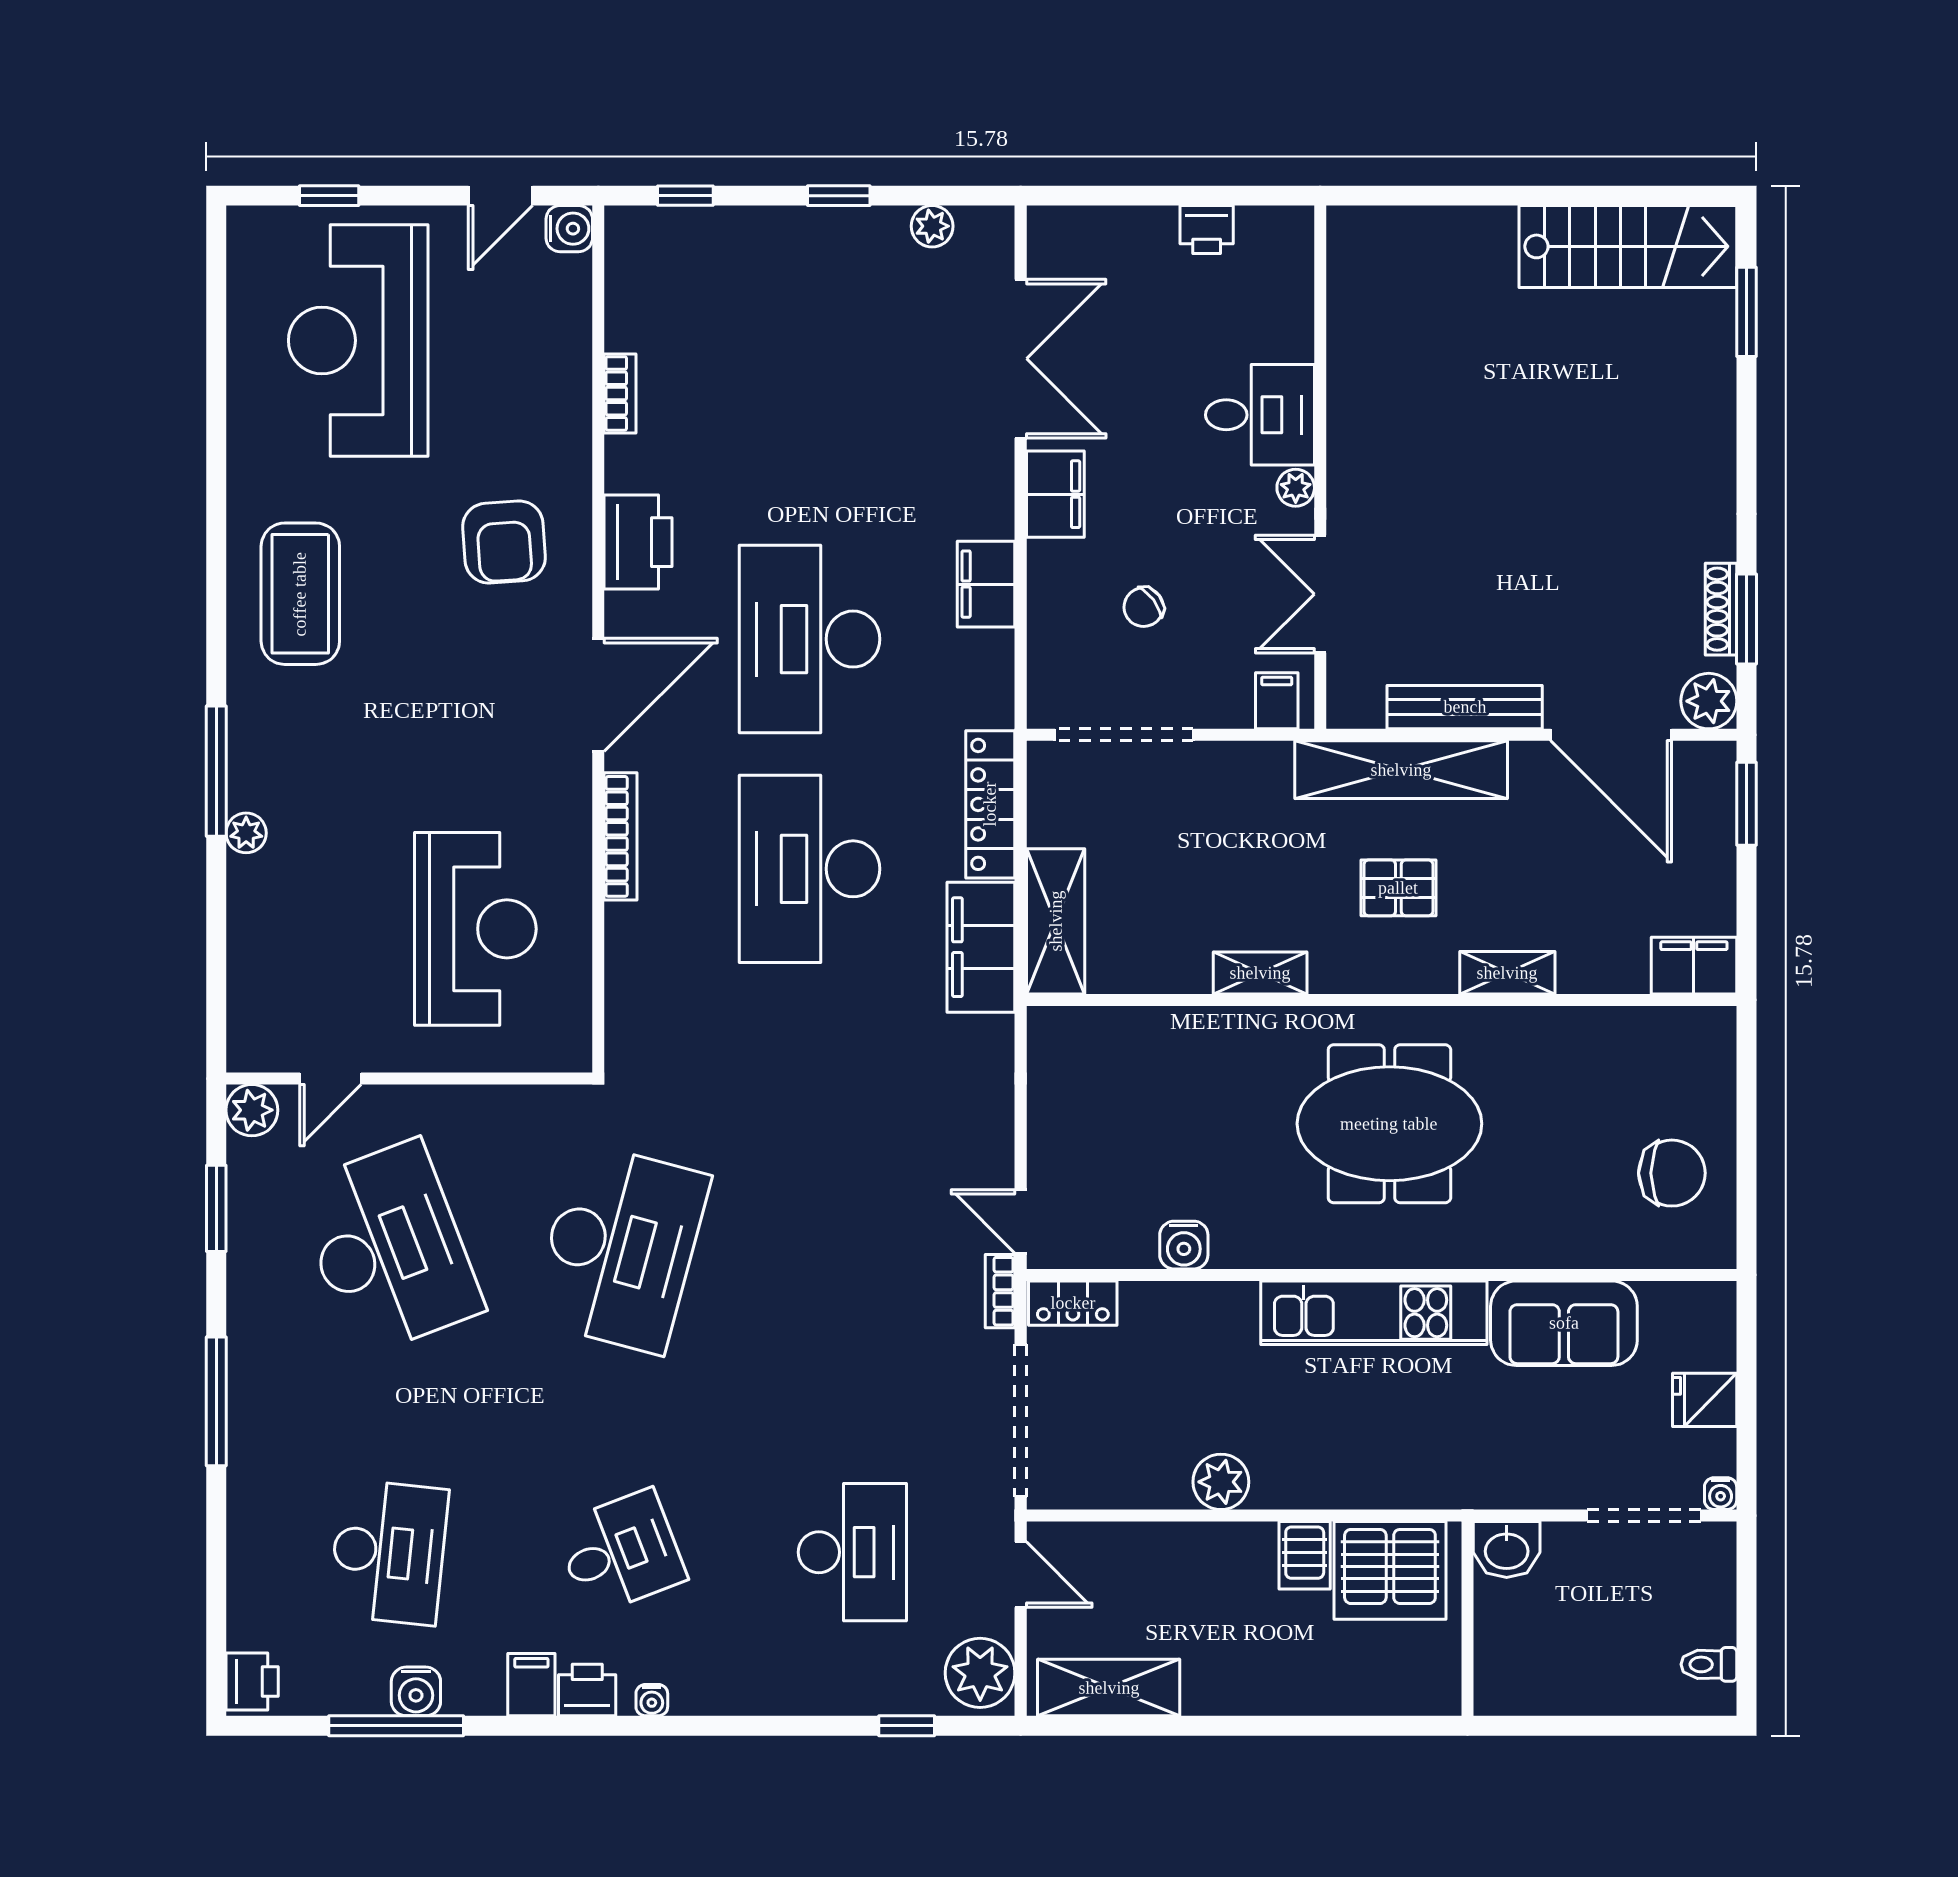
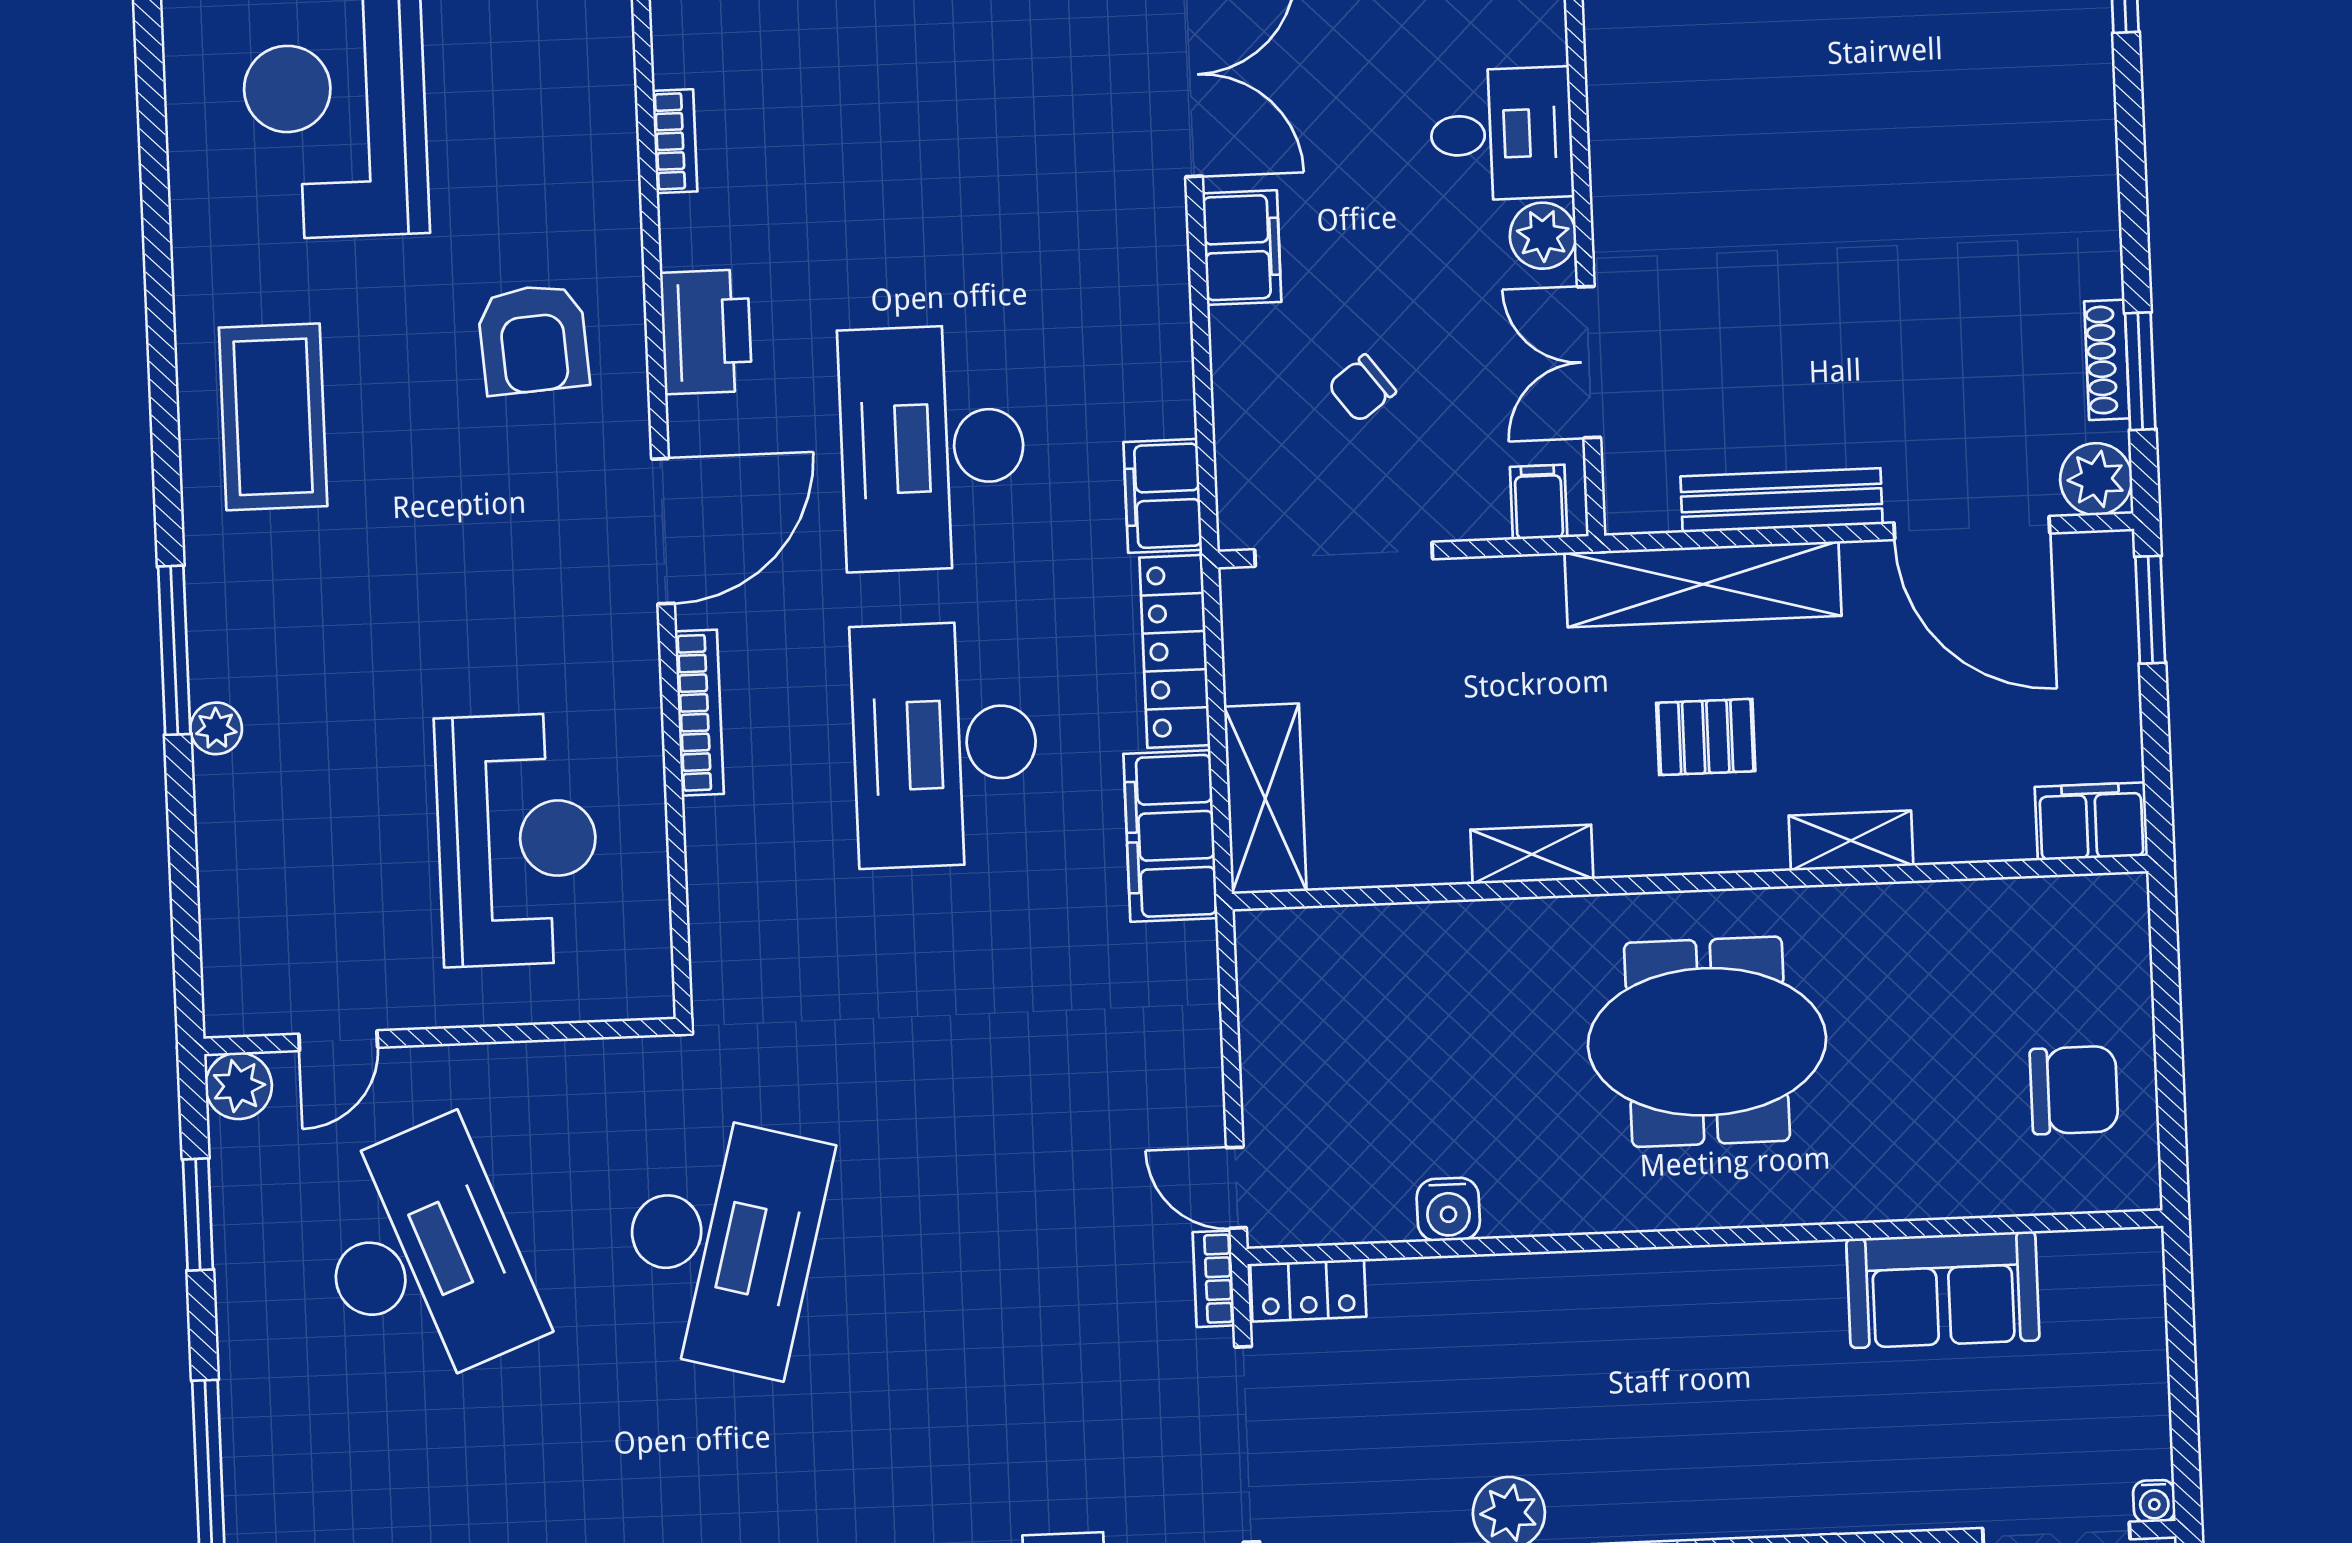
plant: (1296, 488) -> (1543, 236), width x1.38, depth x1.38
filing cabinet: (986, 584) -> (1163, 496), moved
kitchen unit: (1374, 1313) -> (1697, 1286), removed
fridge: (1705, 1400) -> (2129, 1381), removed

